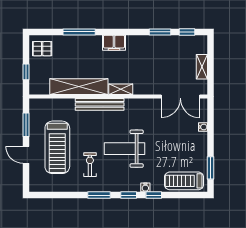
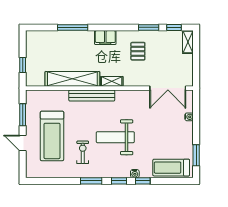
pallet: (42, 49) -> (138, 51), moved, turned 90
shelving: (202, 67) -> (188, 42), moved

